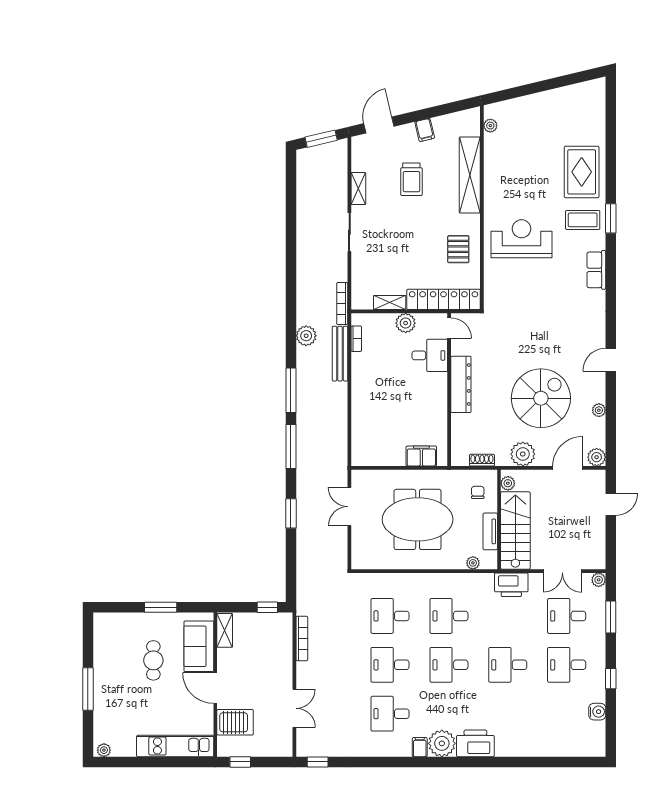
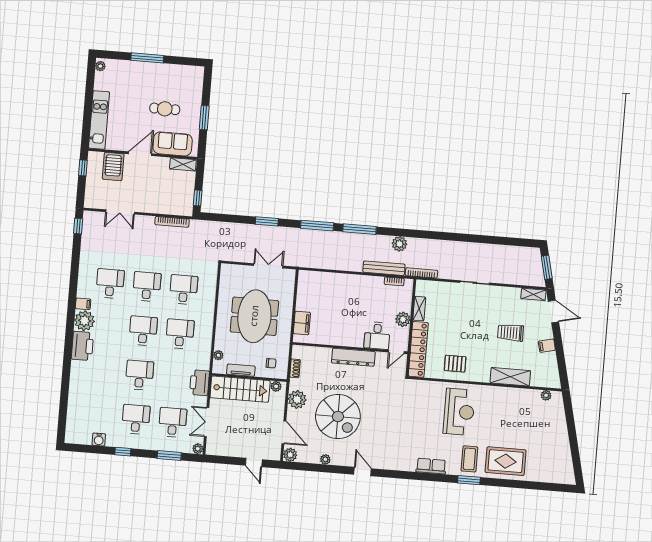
shelving: (470, 175) -> (510, 377), width x0.68
shelving: (358, 189) -> (533, 294), moved

